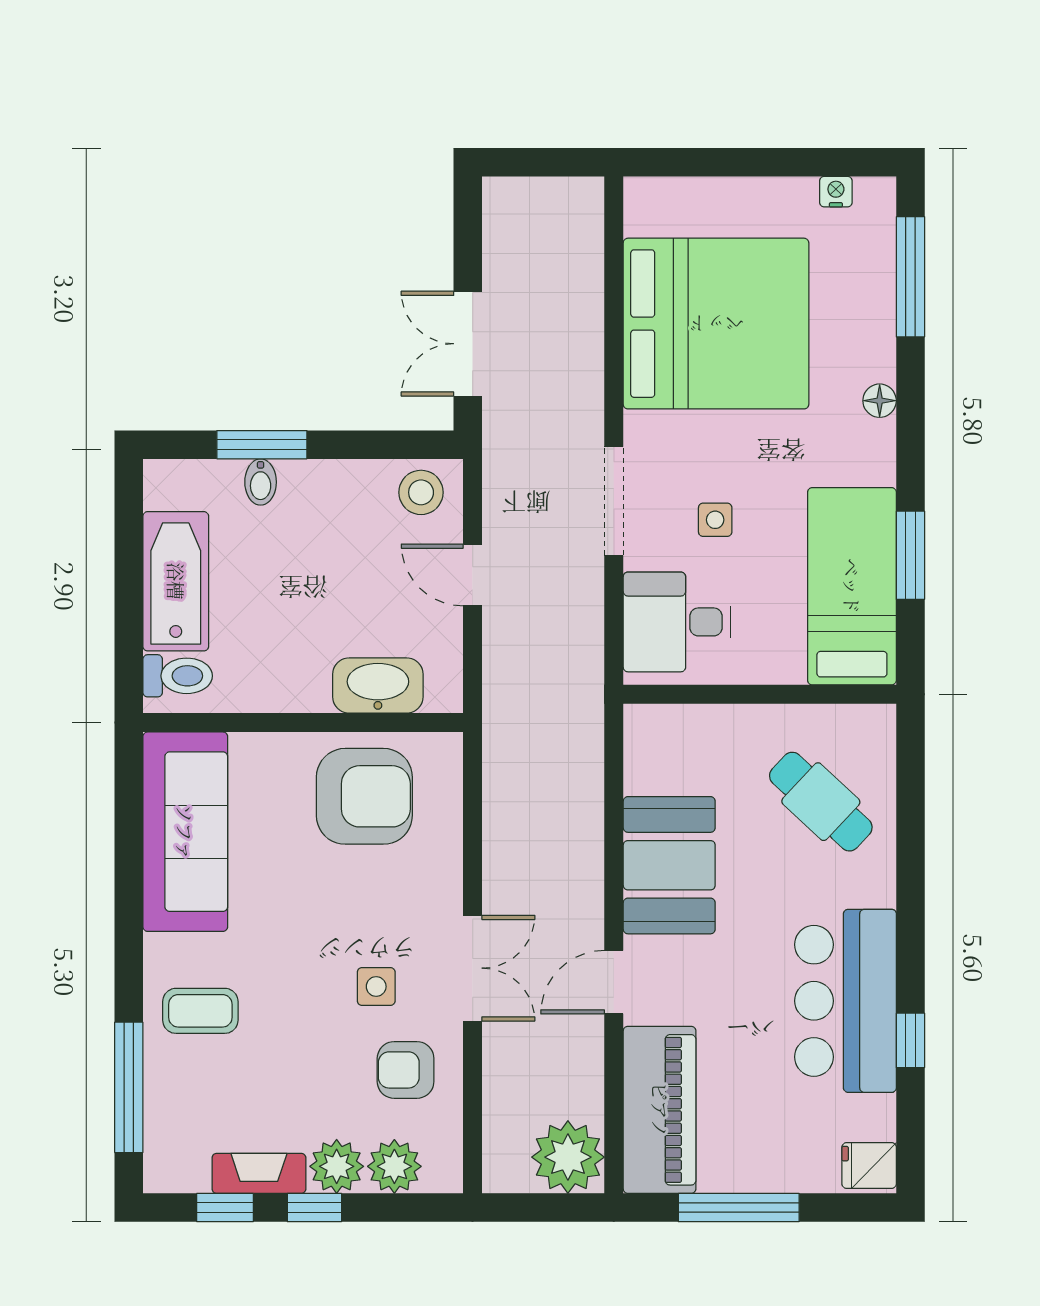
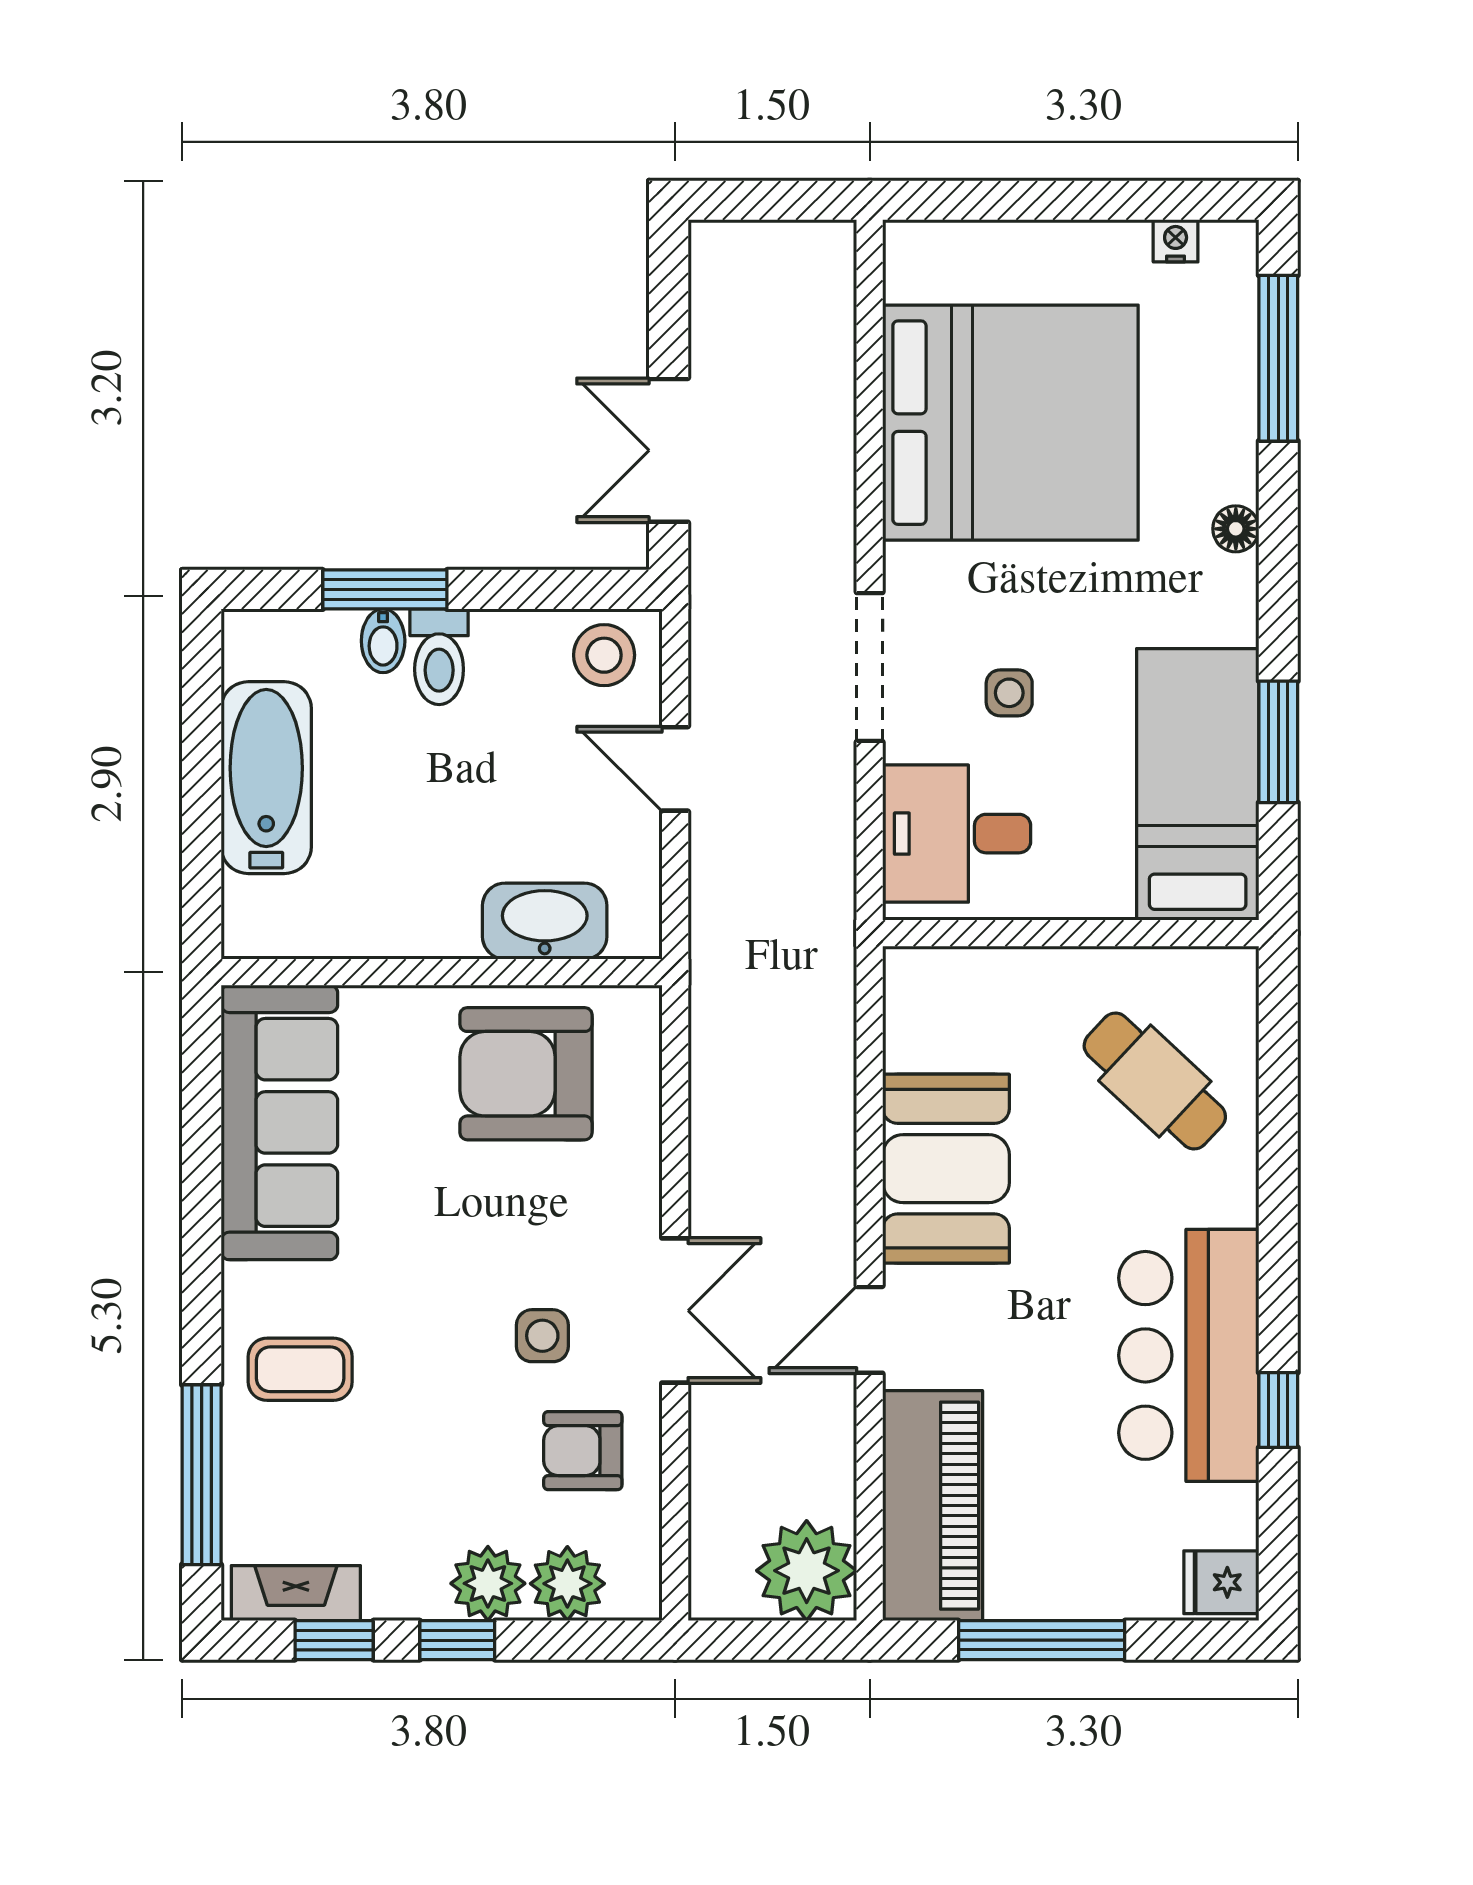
toilet: (178, 676) -> (439, 657), moved, turned 90
armchair: (364, 796) -> (526, 1074), turned 180
fireplace: (259, 1173) -> (296, 1593), moved

